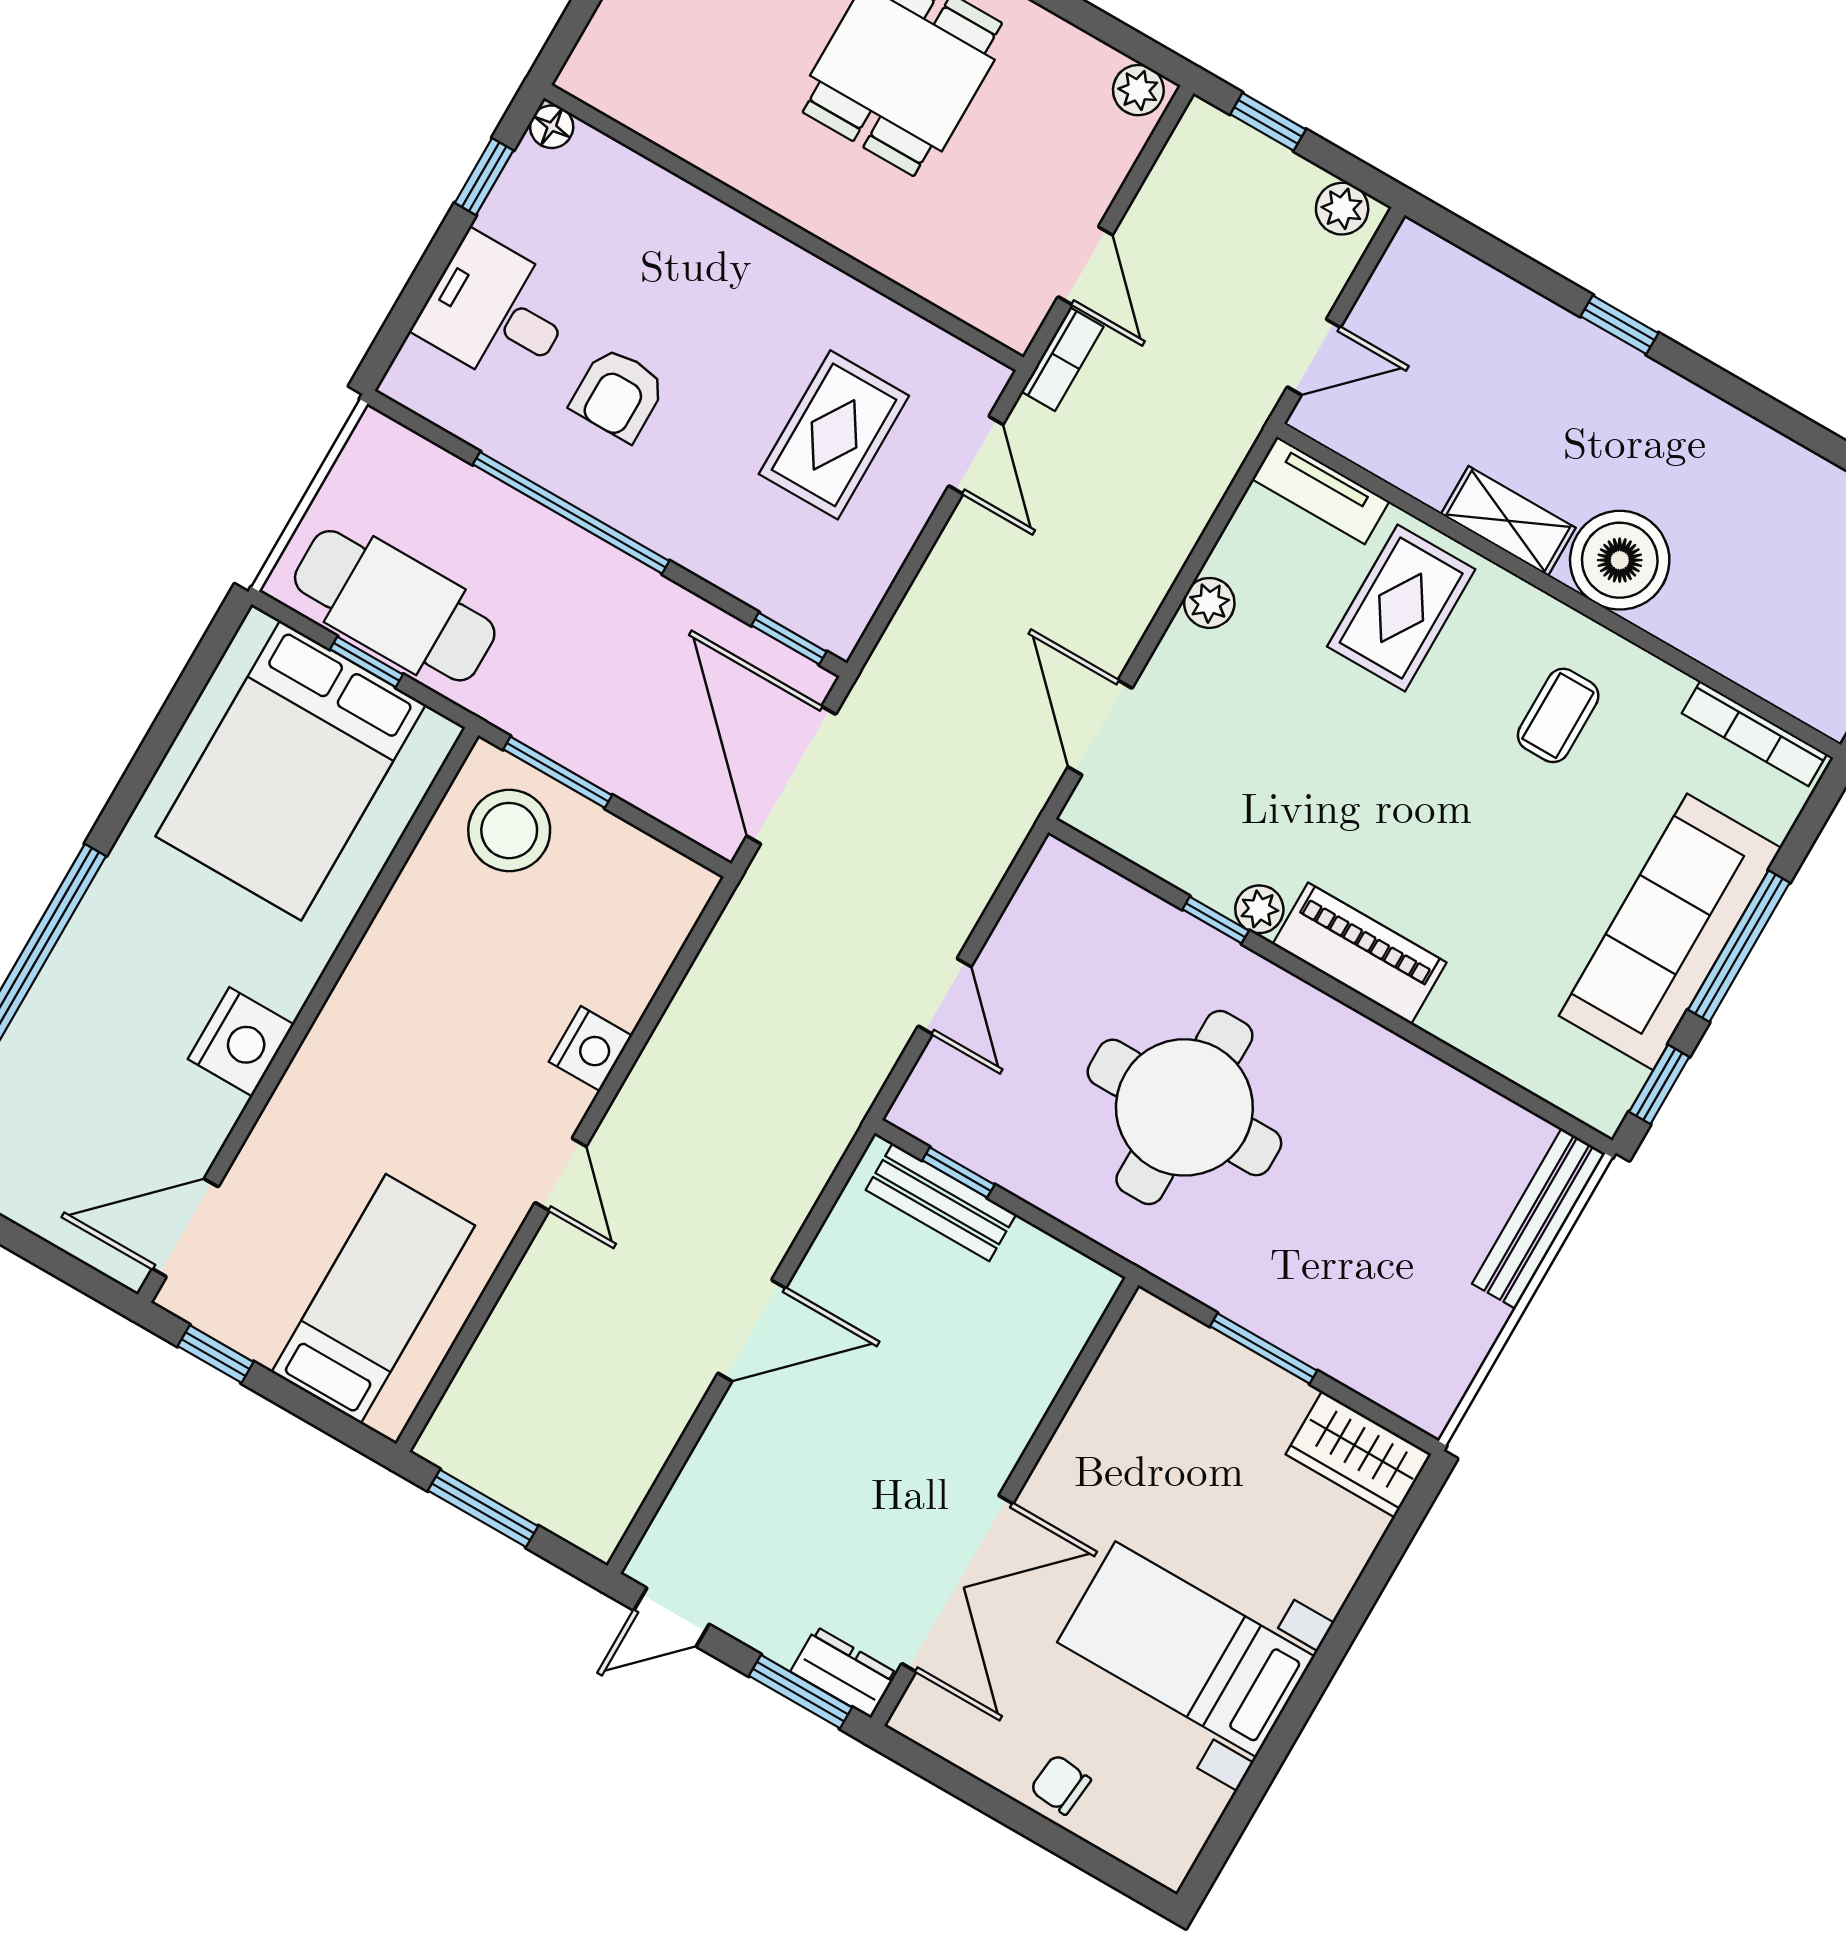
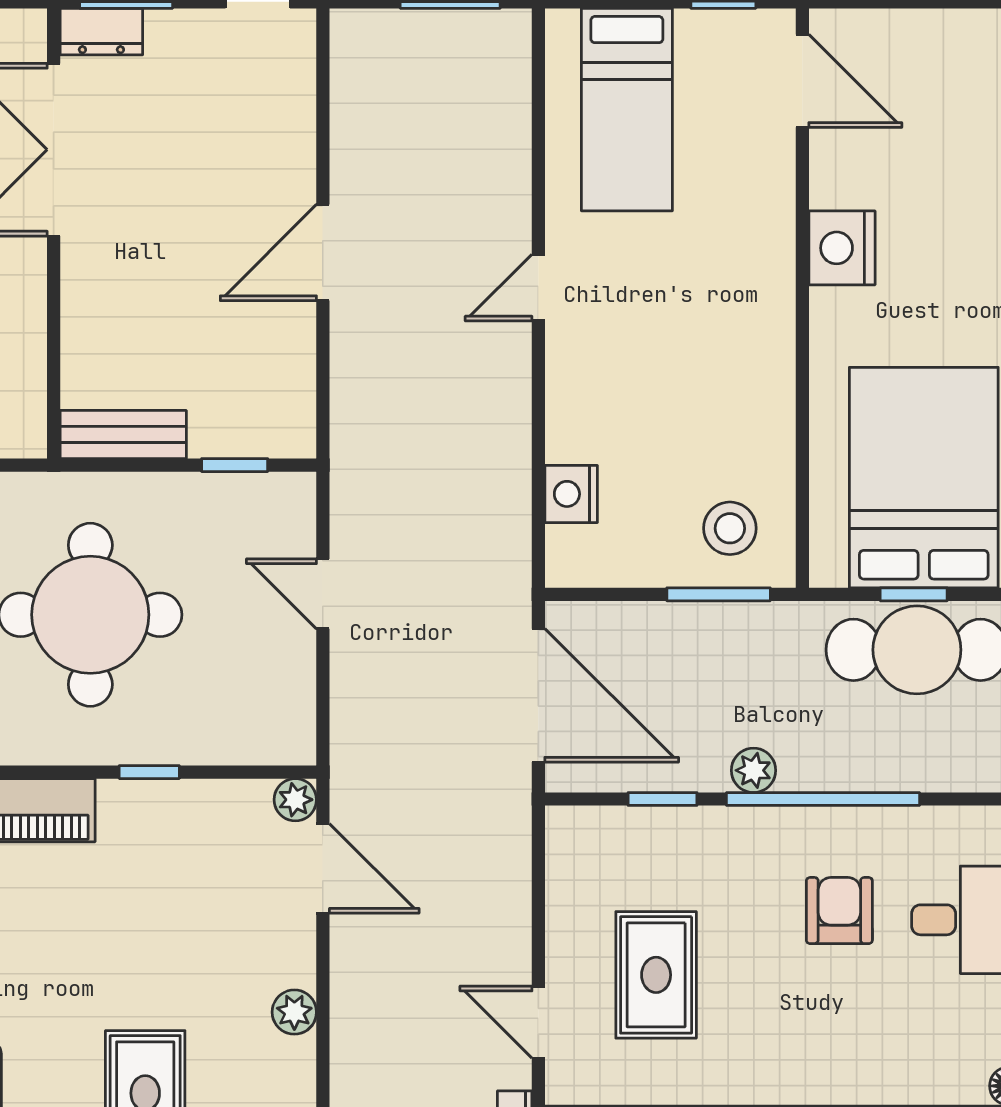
plant: (623, 580) -> (754, 770), added
window: (789, 639) -> (663, 799), moved
stool: (509, 831) -> (730, 528), width x0.73, depth x0.73
plant: (1259, 909) -> (295, 800), moved
nightstand: (591, 1049) -> (571, 494), moved
door: (561, 1174) -> (538, 288), hinge flipped
bench: (941, 1202) -> (123, 435), moved
door: (185, 1228) -> (802, 81), hinge flipped

